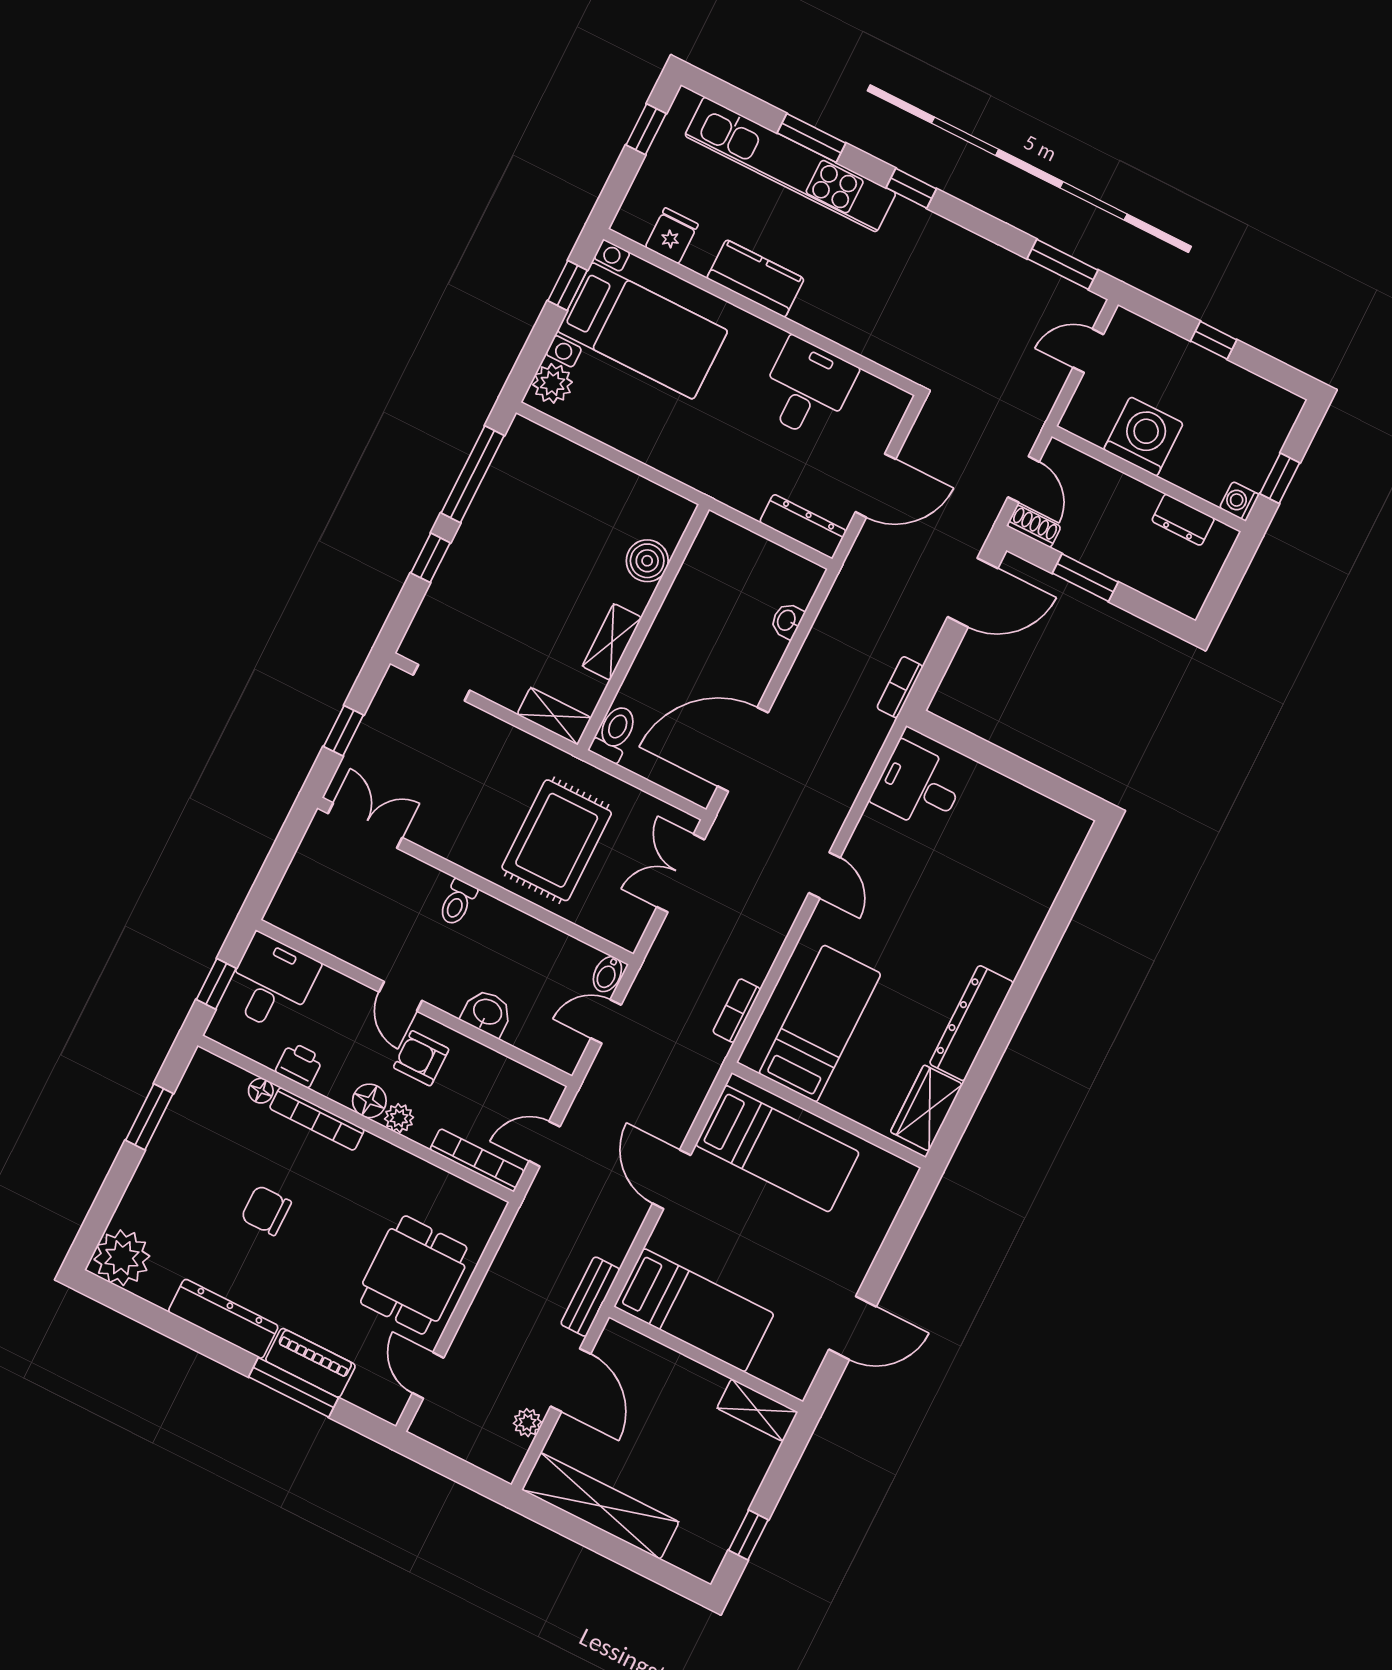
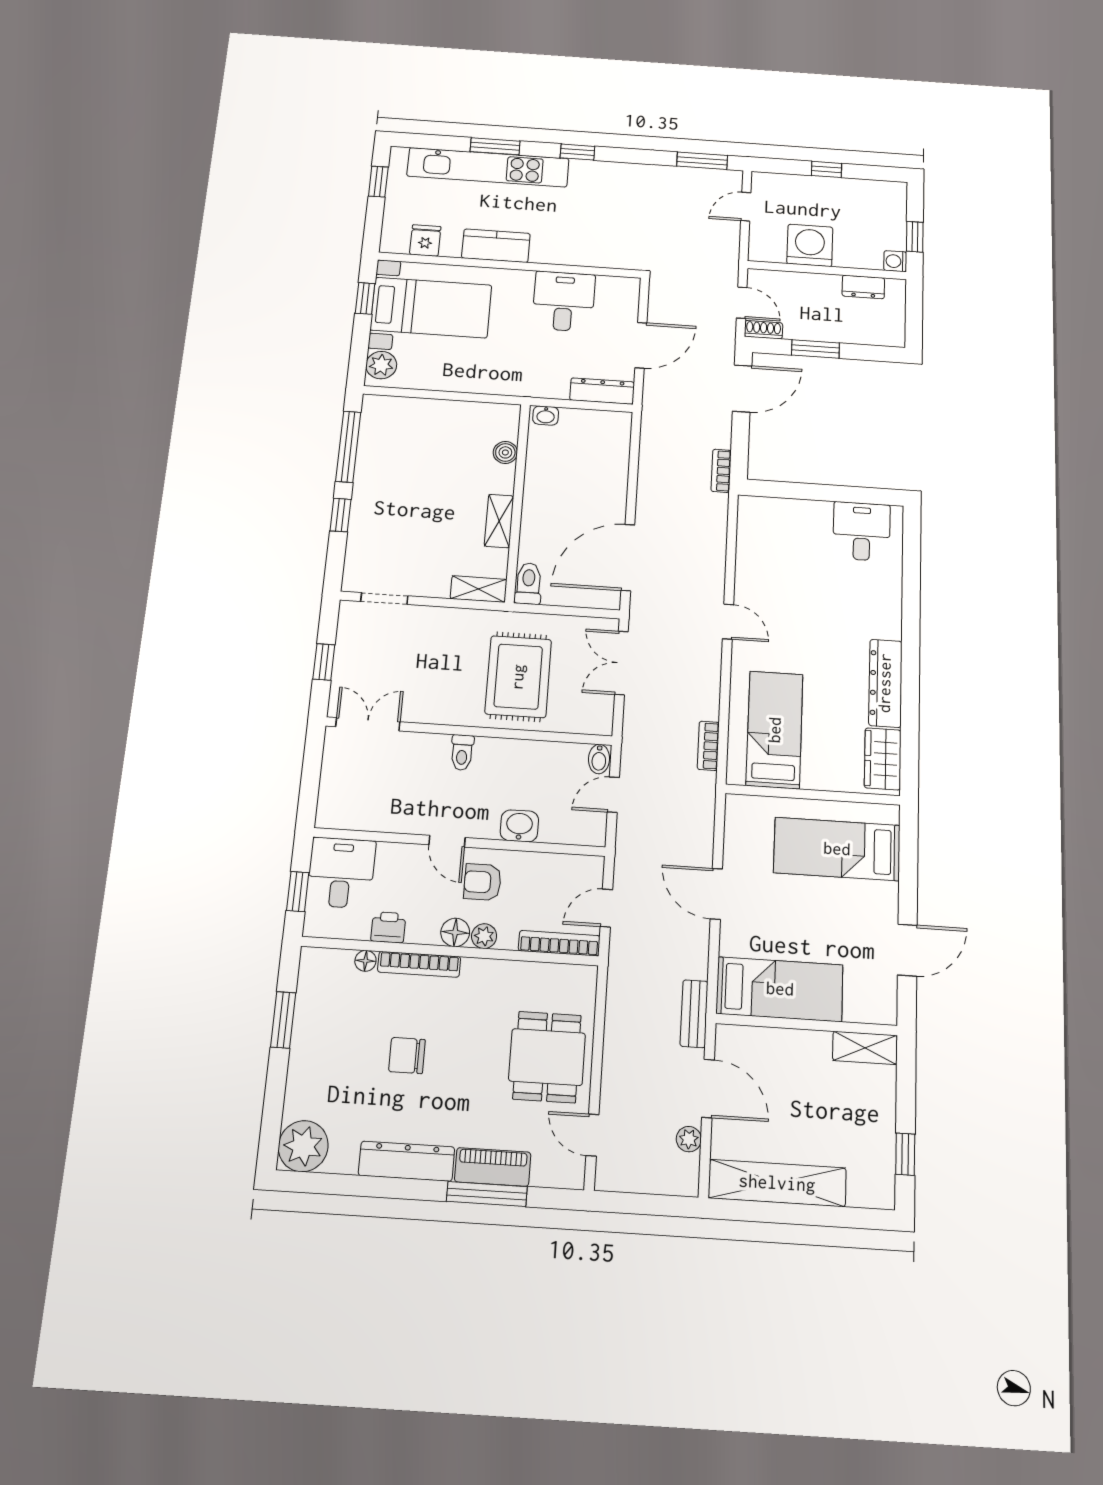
boiler: (647, 561) -> (505, 452), width x0.73, depth x0.73
washbasin: (787, 621) -> (546, 416), moved, turned -90
desk: (918, 786) -> (862, 531), moved, turned 90
bed: (777, 1149) -> (837, 849), moved, turned 180

